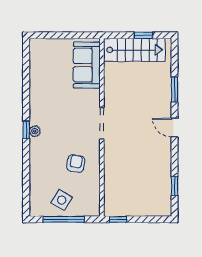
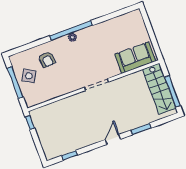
window: (143, 35) -> (172, 91), width x2.17
window: (26, 130) -> (71, 31), width x3.17
armchair: (76, 164) -> (47, 59), moved, turned 74

